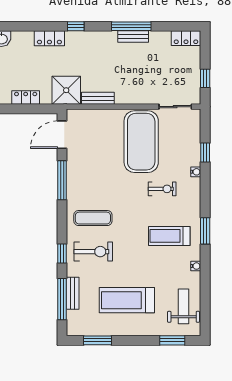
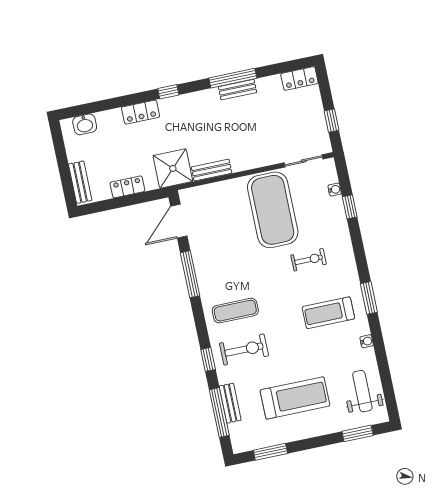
water cooler: (196, 172) -> (335, 190), moved
treadmill: (127, 300) -> (295, 398), turned 180

